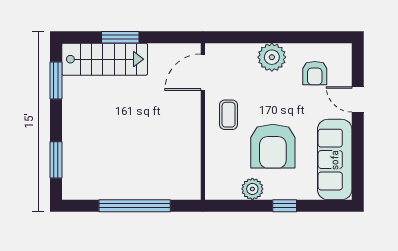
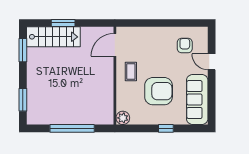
plant: (272, 57) -> (158, 36), removed
armchair: (315, 73) -> (185, 45), turned 180
armchair: (273, 146) -> (159, 91), turned -90
plant: (252, 189) -> (123, 118), moved

